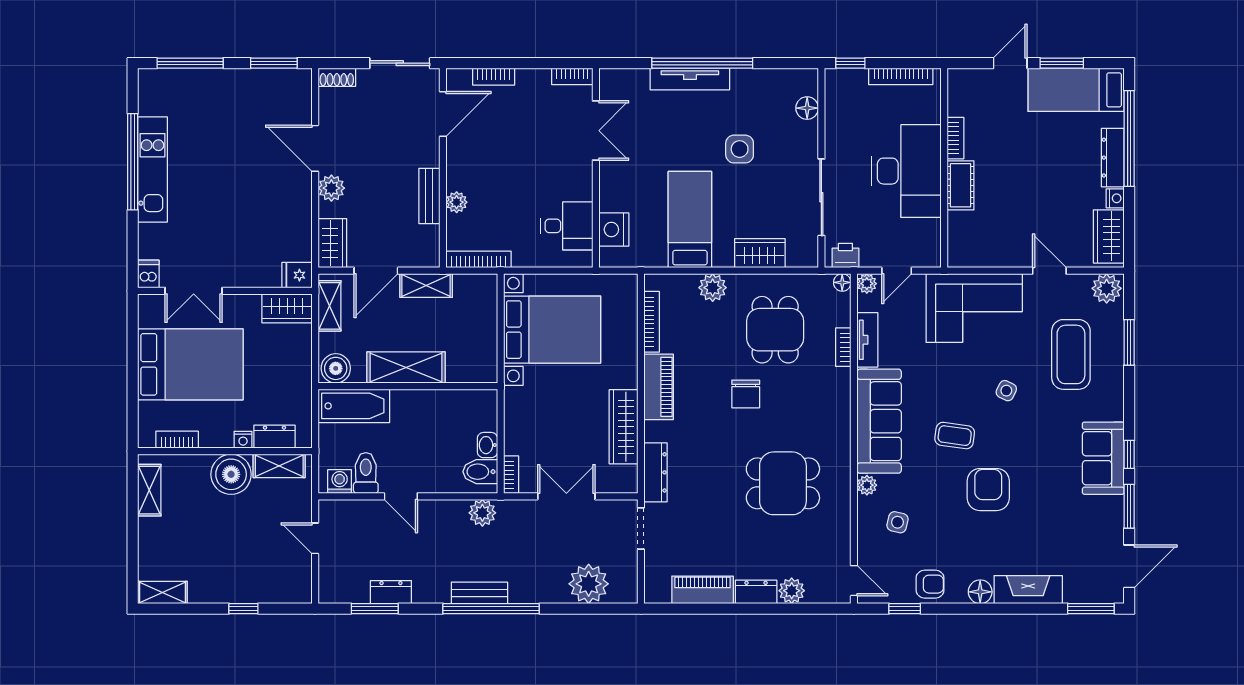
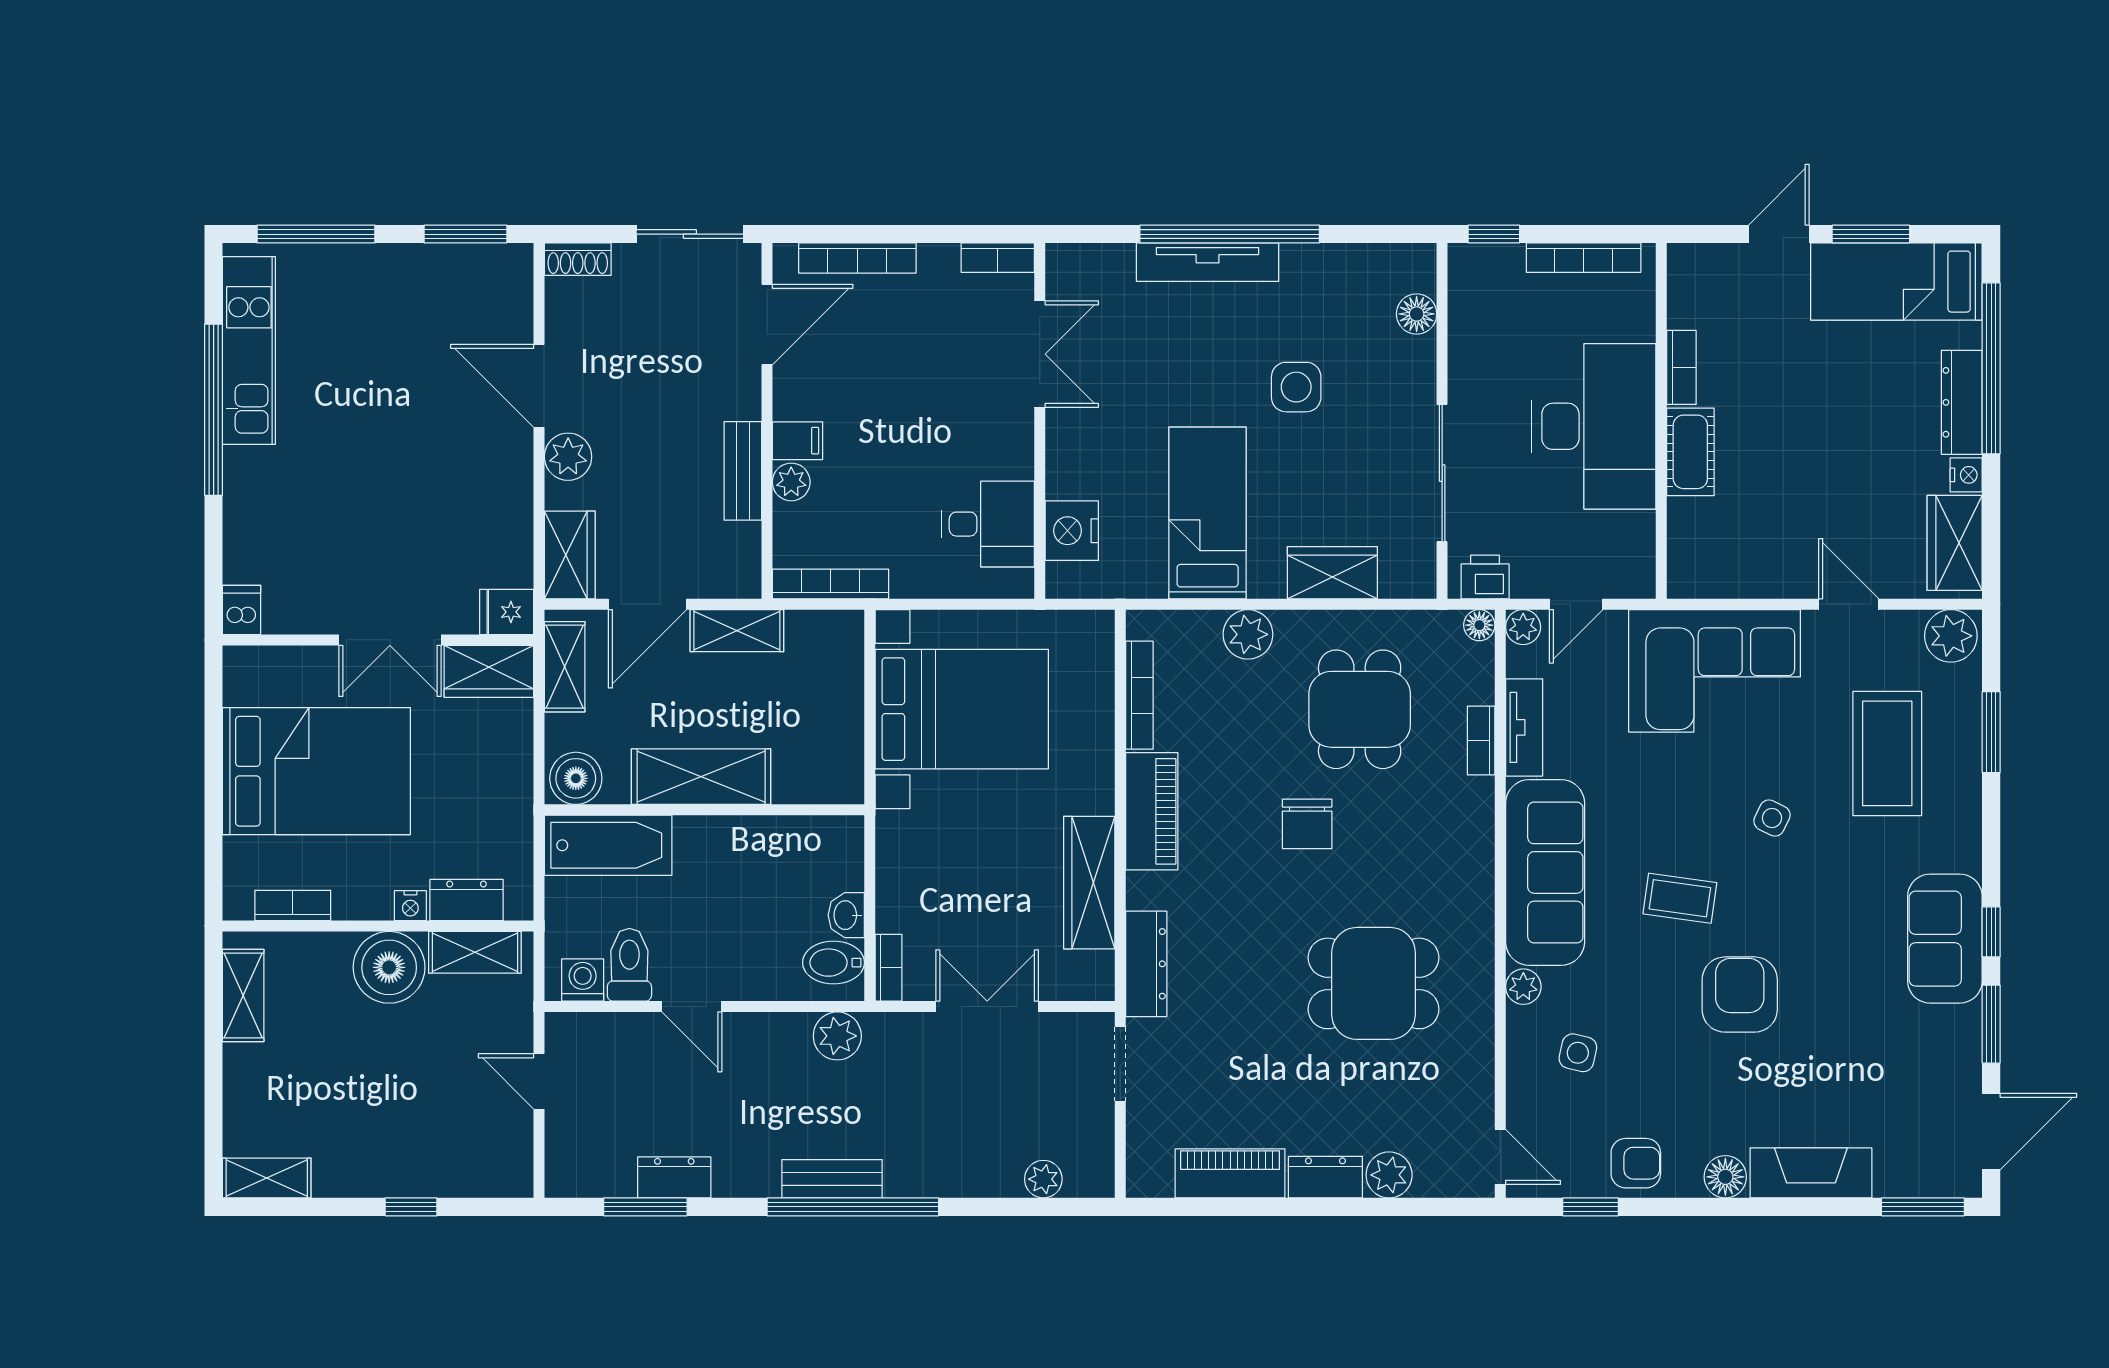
bookcase: (494, 77) -> (857, 258), width x1.56
kitchen unit: (152, 169) -> (249, 350), moved
filing cabinet: (460, 179) -> (798, 441), added
double door: (194, 291) -> (390, 640), moved
plant: (589, 584) -> (1043, 1179), width x0.53, depth x0.53

